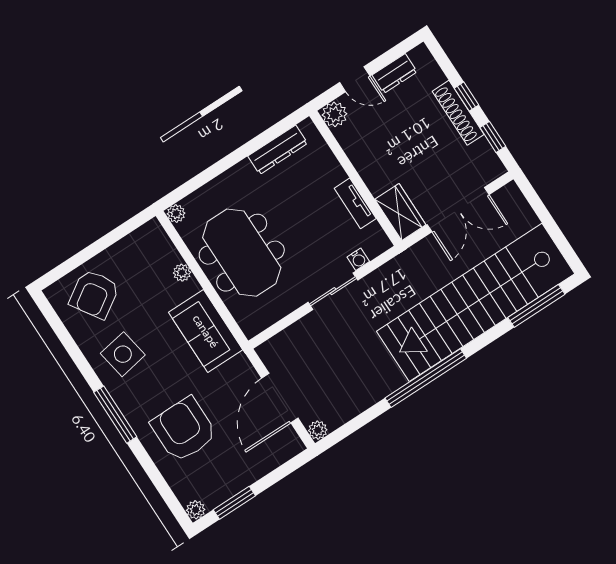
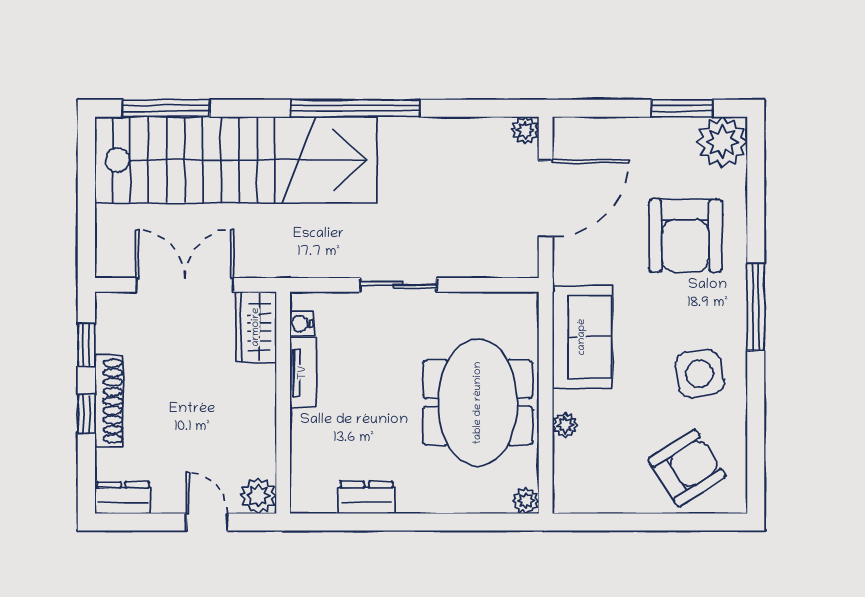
dresser: (395, 73) -> (123, 498), moved
dresser: (278, 150) -> (367, 498), width x0.70
water cooler: (358, 259) -> (302, 324), moved, turned -90
plant: (196, 510) -> (722, 142), width x1.88, depth x1.88

